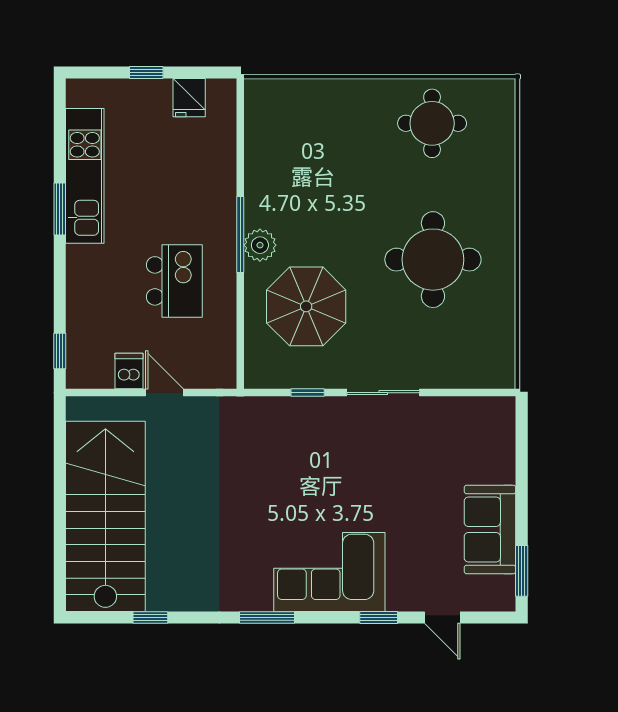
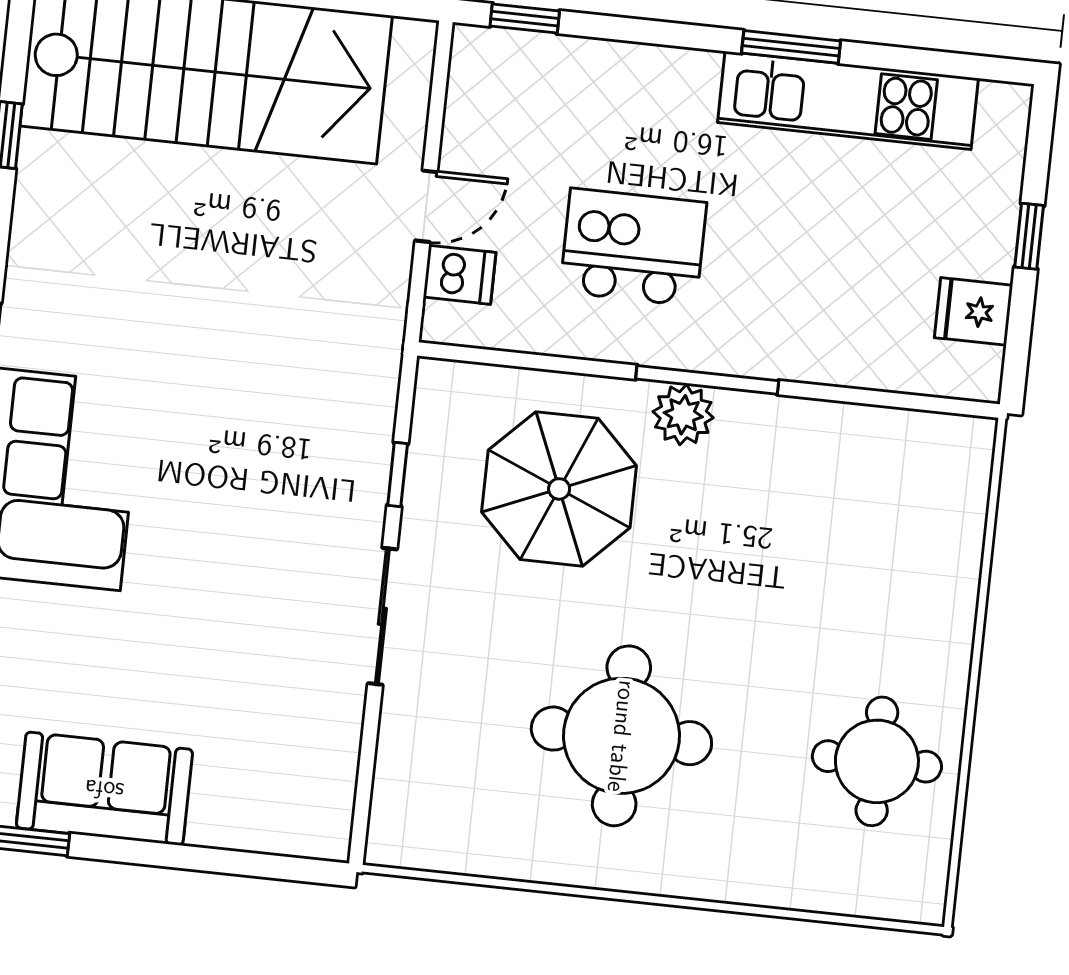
kitchen island: (174, 281) -> (633, 247), turned 180
dishwasher: (129, 371) -> (460, 275), moved

